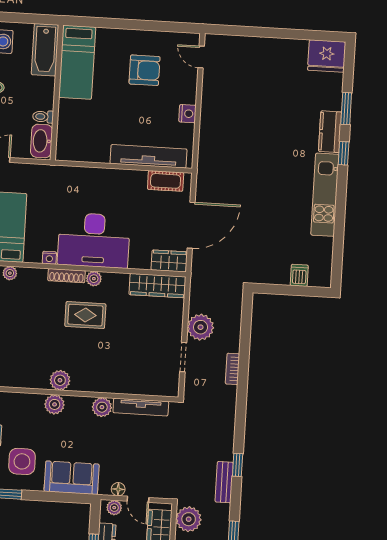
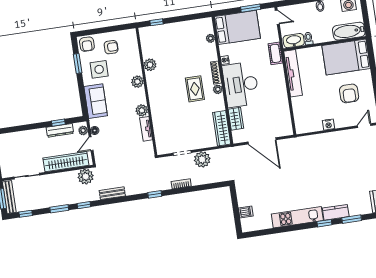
bed: (77, 62) -> (346, 57), width x1.50
tv unit: (149, 156) -> (293, 73), moved
cot: (166, 181) -> (275, 53), moved
wardrobe: (169, 261) -> (236, 119), moved
plant: (60, 380) -> (150, 65), moved
tv unit: (141, 407) -> (146, 129), width x0.71
window: (238, 465) -> (155, 194), moved

